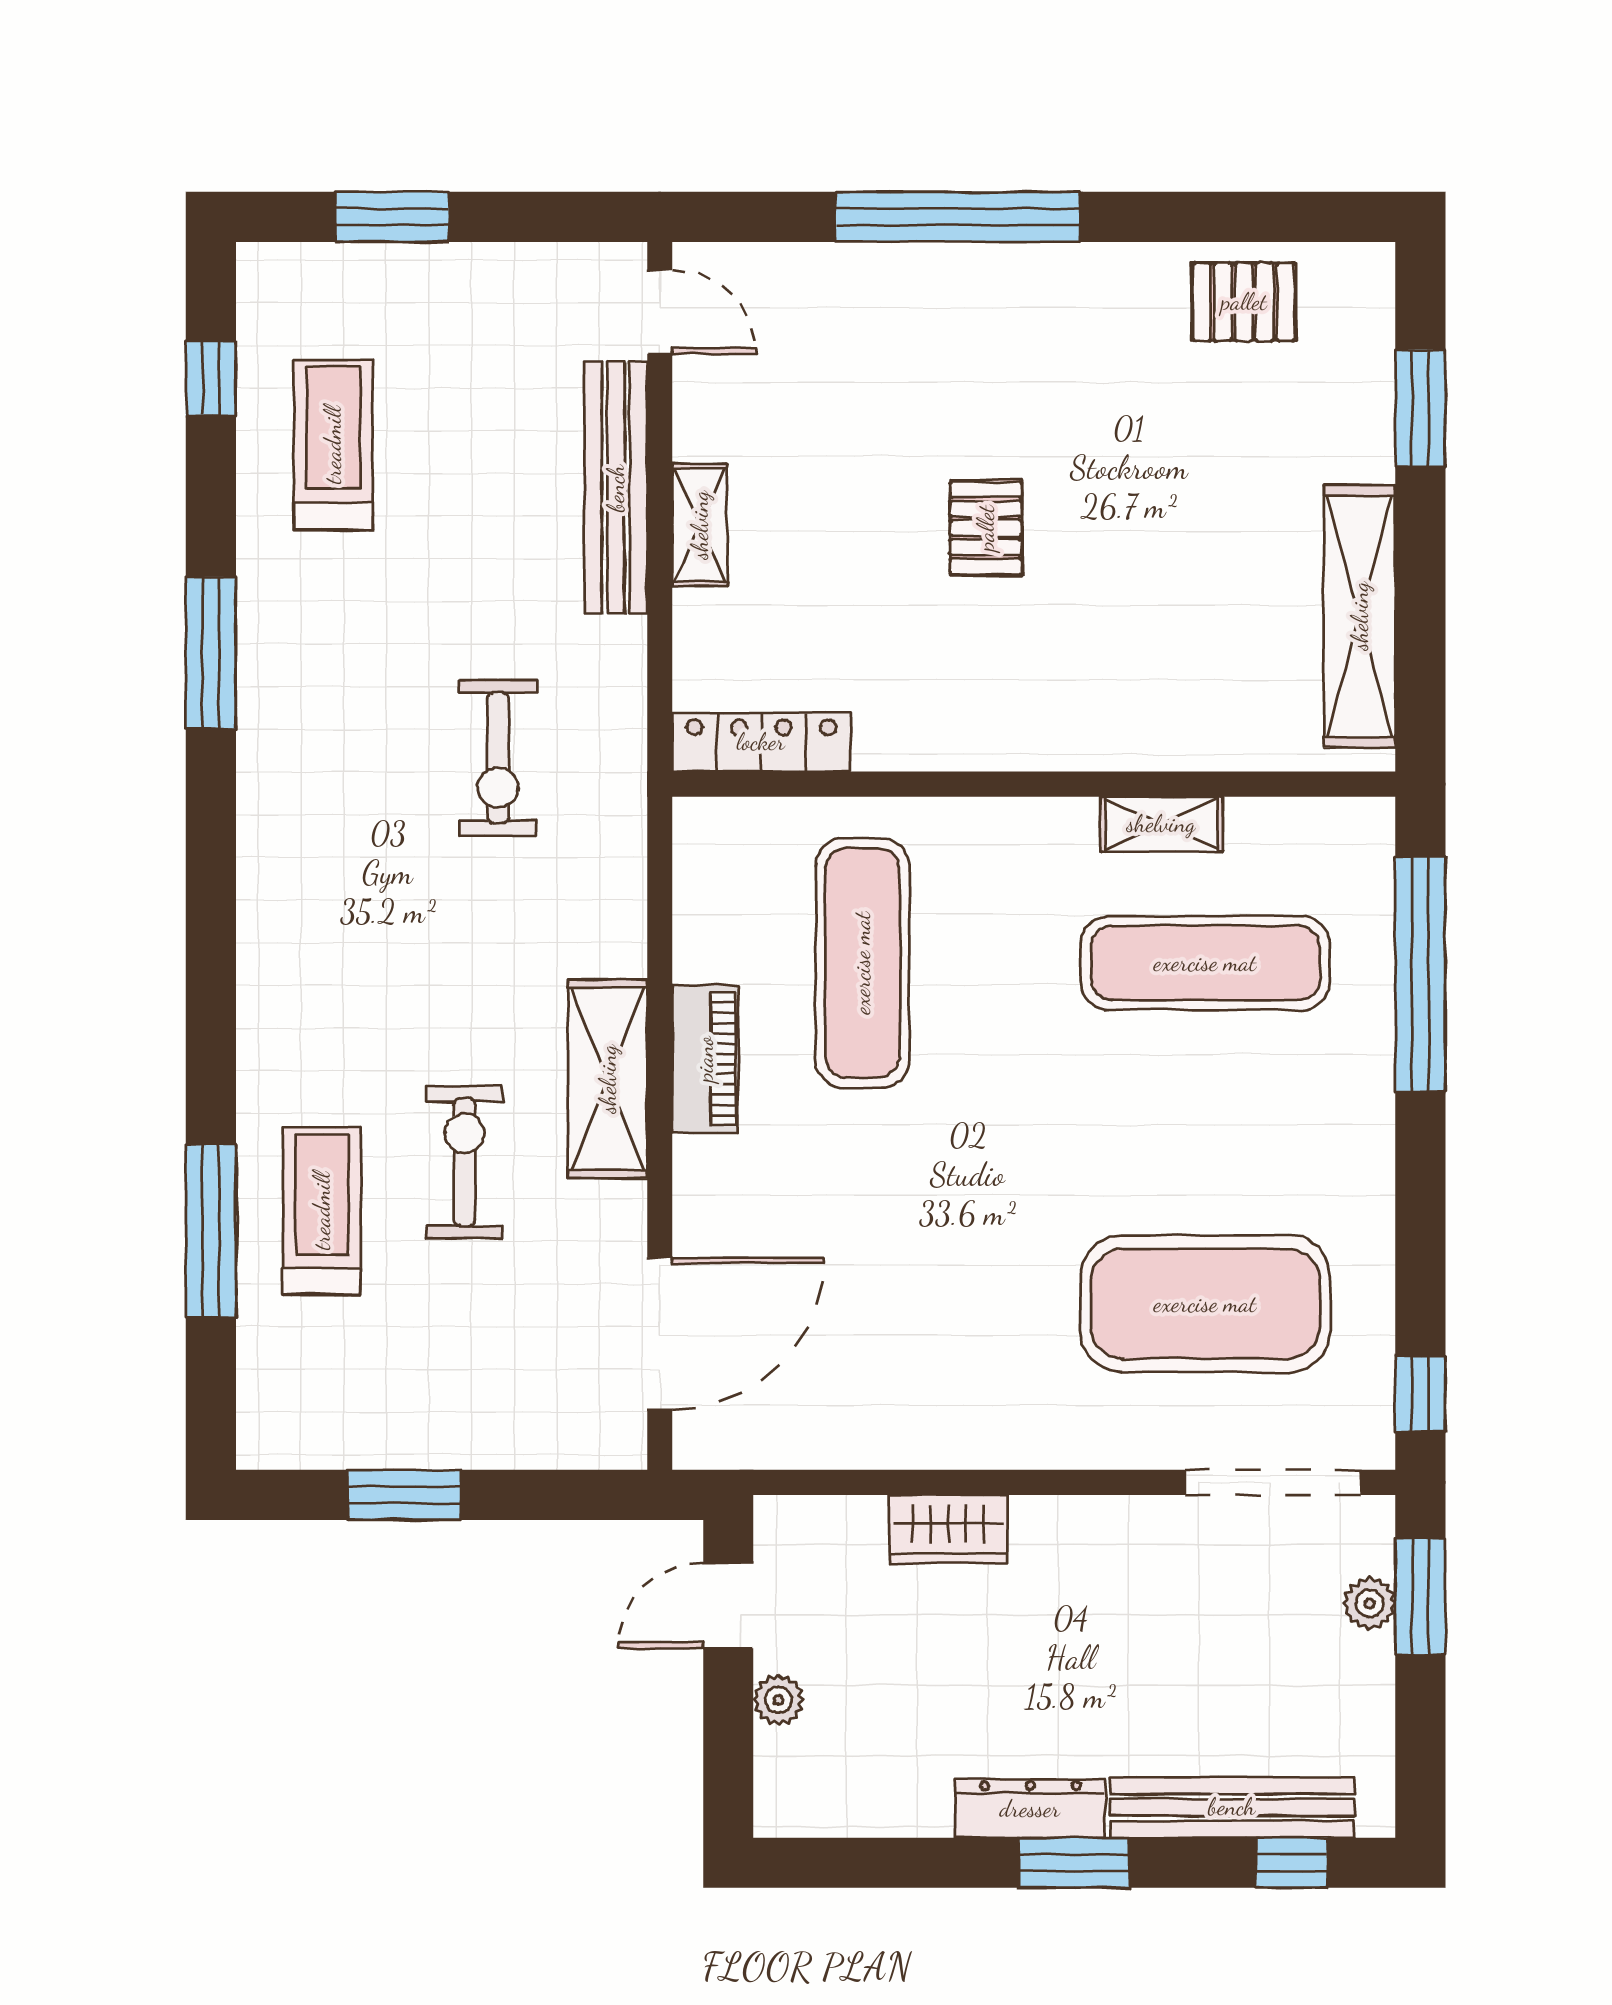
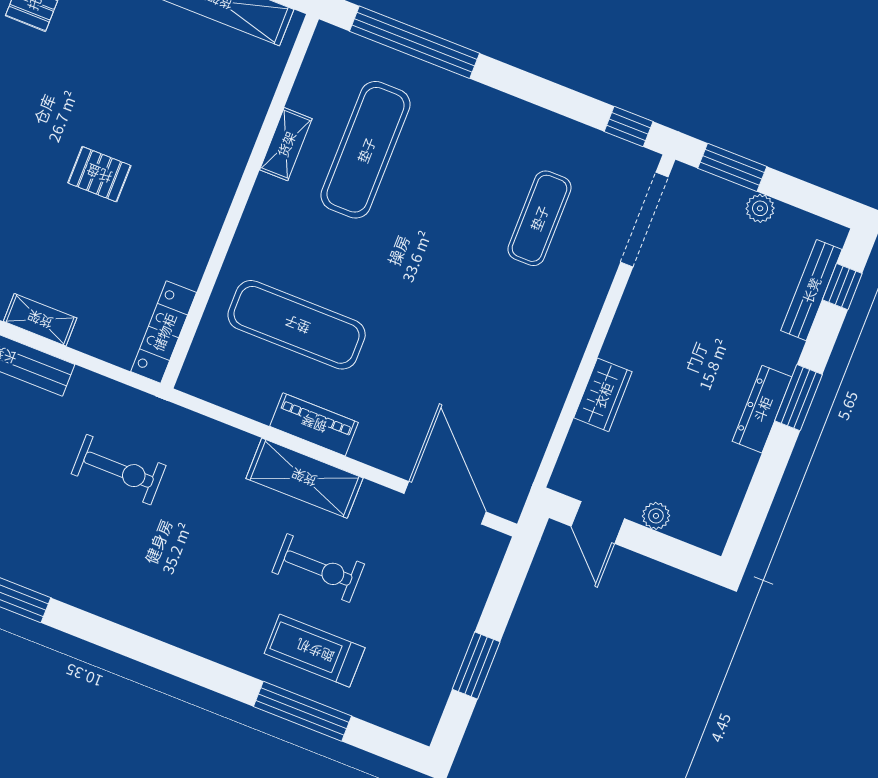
exercise bike: (464, 1162) -> (318, 568), turned 180
exercise mat: (1205, 1304) -> (539, 218), width x0.50, depth x0.69
plant: (1369, 1603) -> (760, 208), moved
bench: (1232, 1807) -> (811, 290), width x0.73, depth x0.82

